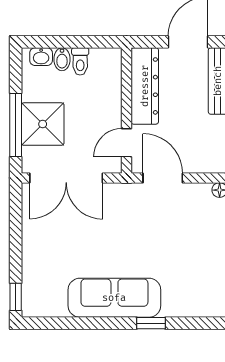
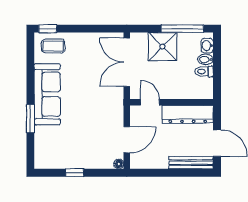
window: (16, 125) -> (182, 29), moved
door: (163, 178) -> (127, 140), moved
coffee table: (42, 289) -> (53, 46), added
window: (151, 323) -> (30, 119), width x1.50

